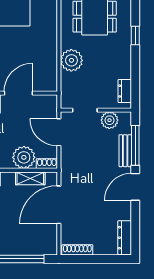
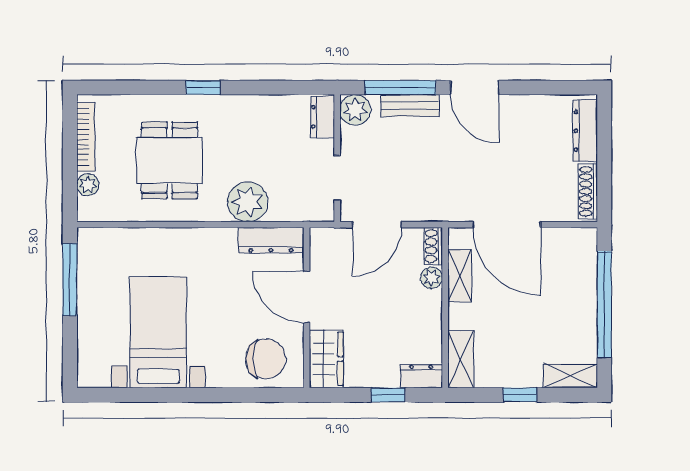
dresser: (50, 73) -> (271, 240), added
dresser: (125, 91) -> (323, 117), moved, turned 90
plant: (109, 120) -> (355, 110), moved
plant: (24, 157) -> (431, 278), width x0.53, depth x0.53
dresser: (125, 238) -> (585, 131), moved, turned 90

